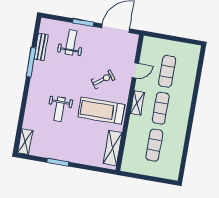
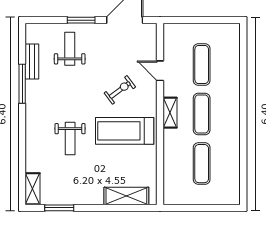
door: (135, 70) -> (160, 71), swing flipped
shelving: (113, 148) -> (126, 196), moved, turned 90
window: (58, 162) -> (59, 208), moved

